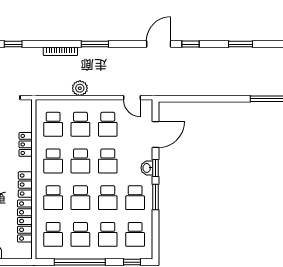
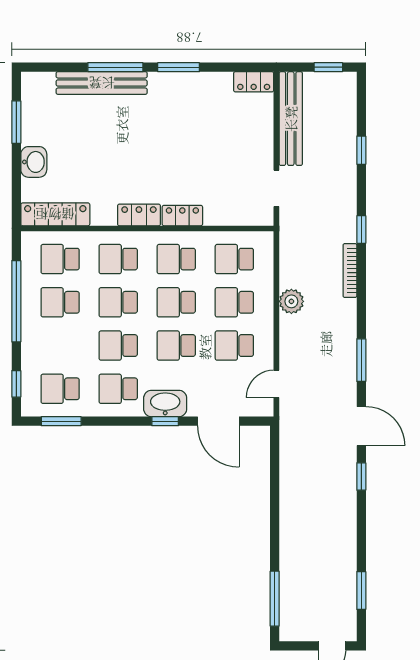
window: (13, 44) -> (361, 230), moved
window: (95, 44) -> (361, 360), moved
window: (241, 44) -> (361, 591), moved
locker: (26, 144) -> (182, 216), moved
washbasin: (147, 168) -> (165, 404), width x1.91, depth x1.45
window: (156, 197) -> (61, 421), moved
locker: (25, 221) -> (55, 214), moved
school desk: (108, 234) -> (60, 346), removed

